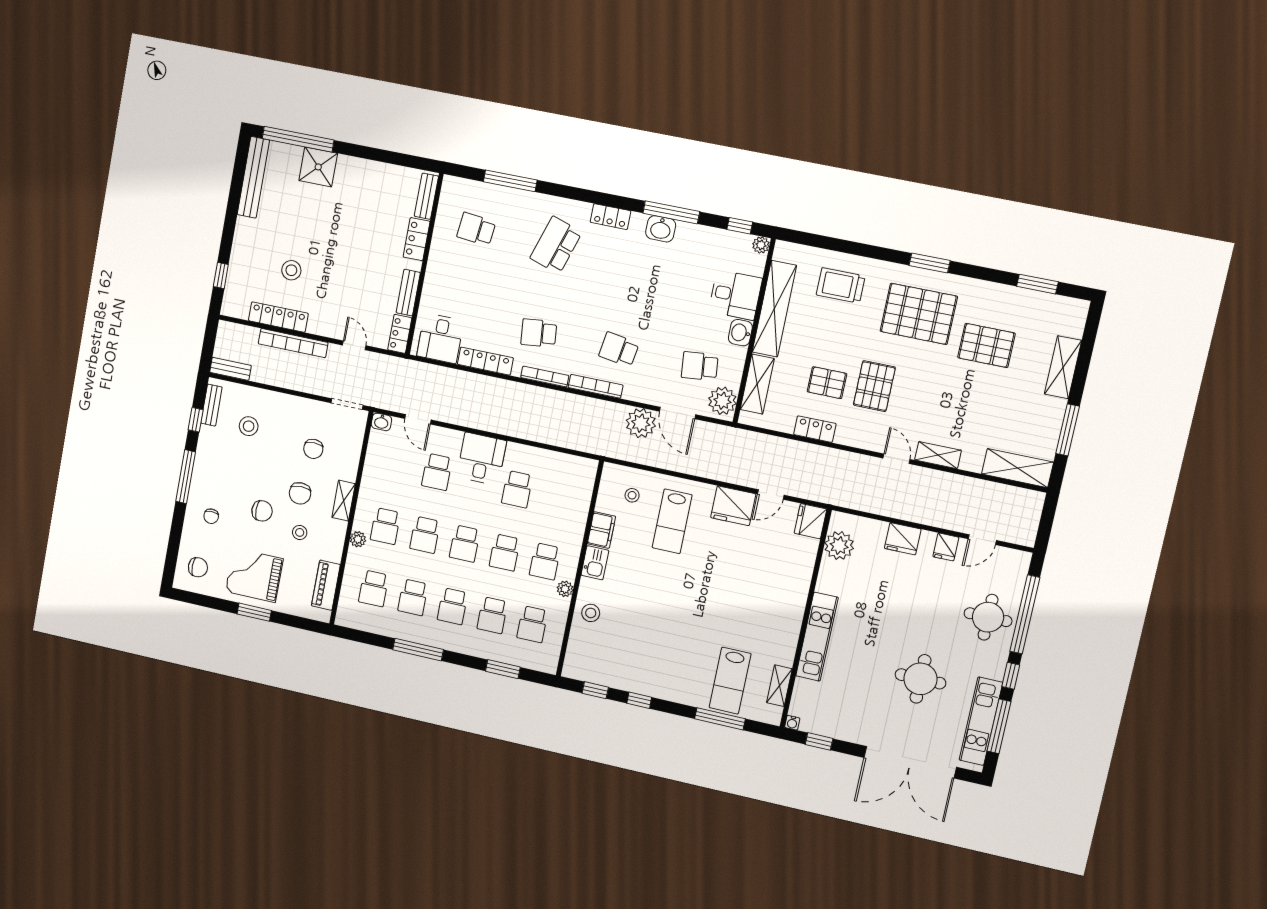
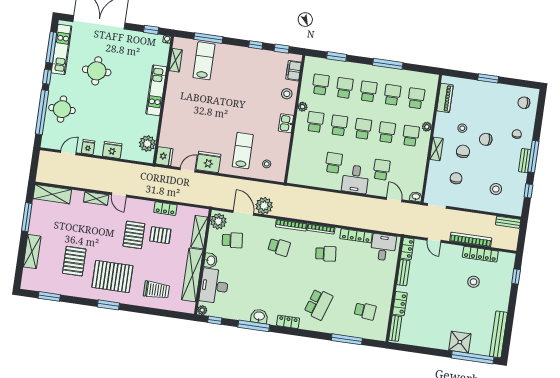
desk: (735, 295) -> (214, 286), width x1.37
pallet: (986, 345) -> (74, 261), turned 90
bench: (211, 405) -> (525, 161), moved
filing cabinet: (601, 530) -> (294, 71), moved
grand piano: (254, 575) -> (489, 101), removed

